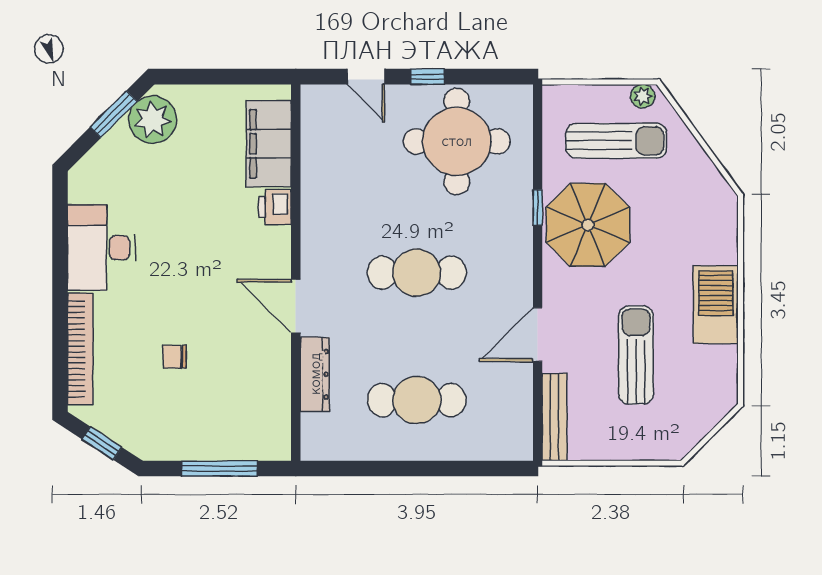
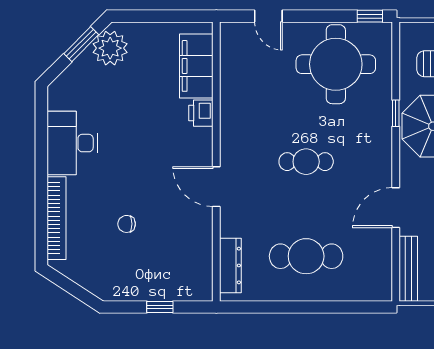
window: (428, 77) -> (370, 16), moved
cafe table: (417, 273) -> (306, 162), width x0.73, depth x0.74
dresser: (315, 374) -> (230, 265), moved
window: (102, 443) -> (72, 288), removed
window: (220, 469) -> (160, 307), width x0.46

